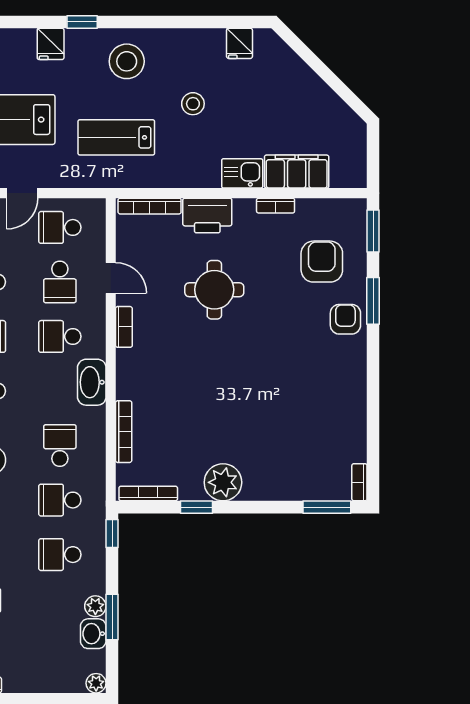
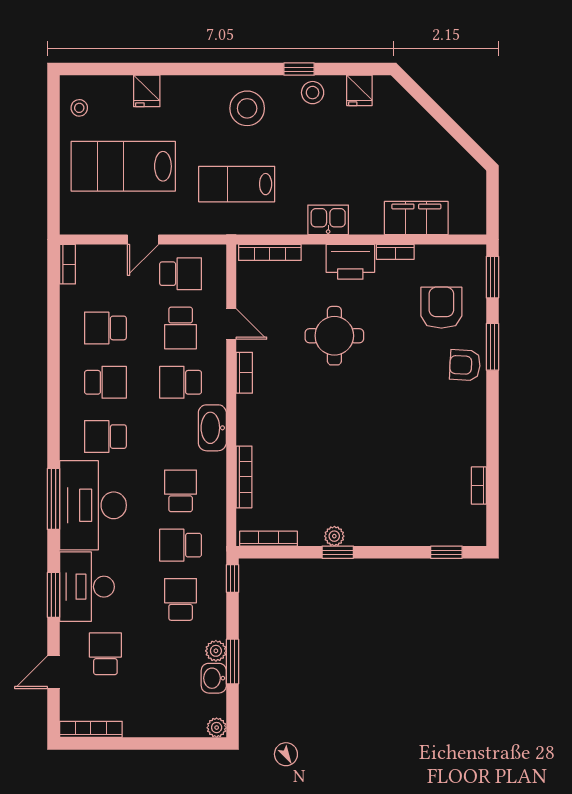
window: (82, 22) -> (299, 69), moved
fridge: (51, 44) -> (147, 91), moved
stool: (193, 104) -> (313, 93), moved
kitchen sink: (242, 173) -> (328, 220), moved
printer: (207, 216) -> (350, 262), moved
school desk: (60, 227) -> (181, 274), turned 180
armchair: (345, 319) -> (465, 365), turned -87
plant: (223, 482) -> (334, 536), width x0.53, depth x0.53
bookcase: (359, 482) -> (479, 486), moved
window: (196, 507) -> (338, 552), moved
window: (327, 507) -> (446, 552), width x0.67
school desk: (60, 555) -> (181, 599), turned 90

